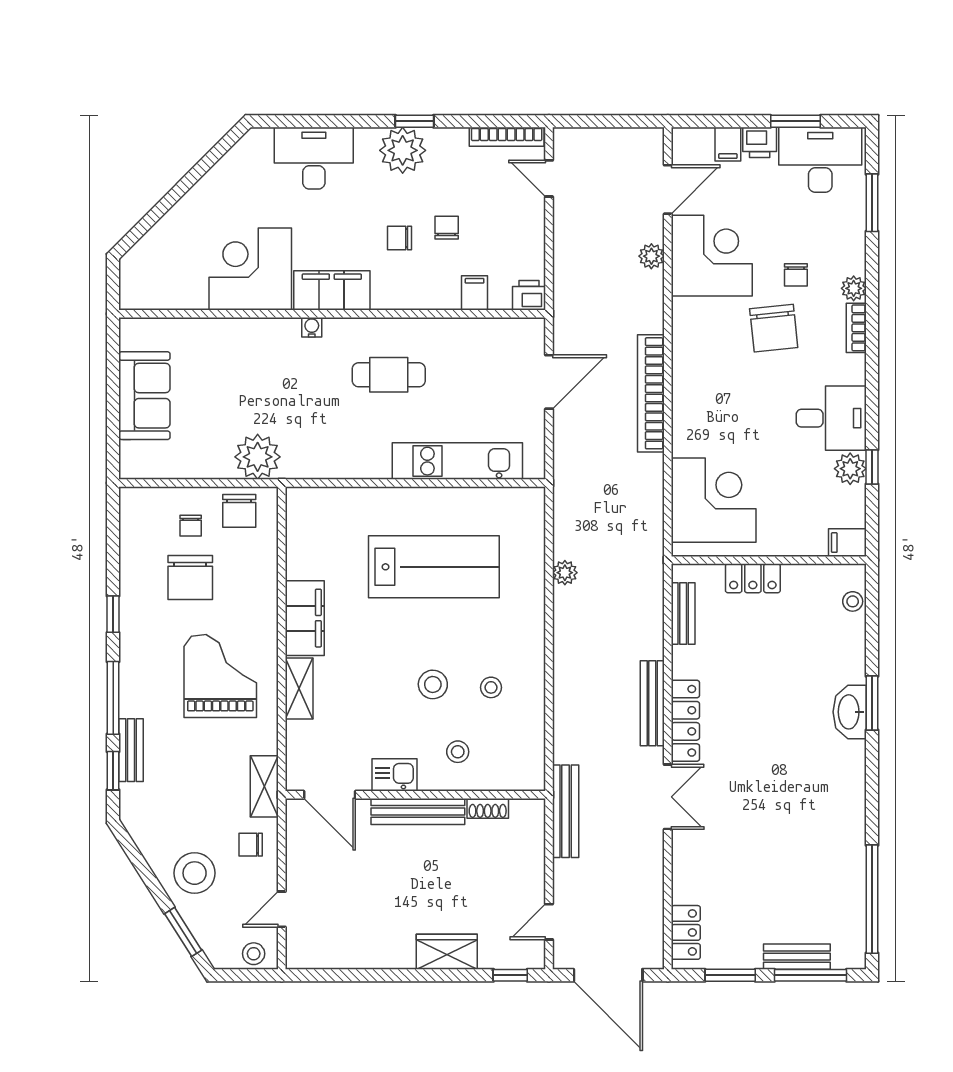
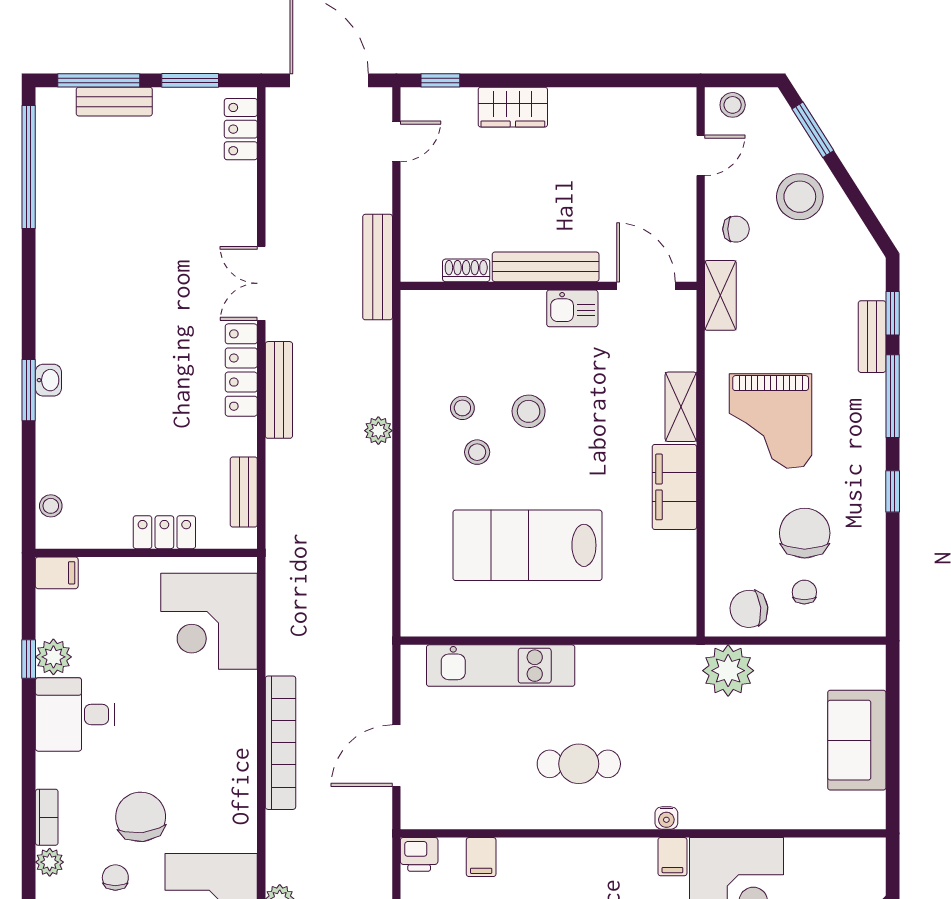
filing cabinet: (332, 290) -> (672, 857), width x0.33, depth x0.86
chair: (239, 511) -> (749, 609), turned -96
plant: (565, 573) -> (378, 431), moved
washbasin: (850, 712) -> (48, 380), width x0.52, depth x0.69
stool: (458, 752) -> (477, 452), moved

